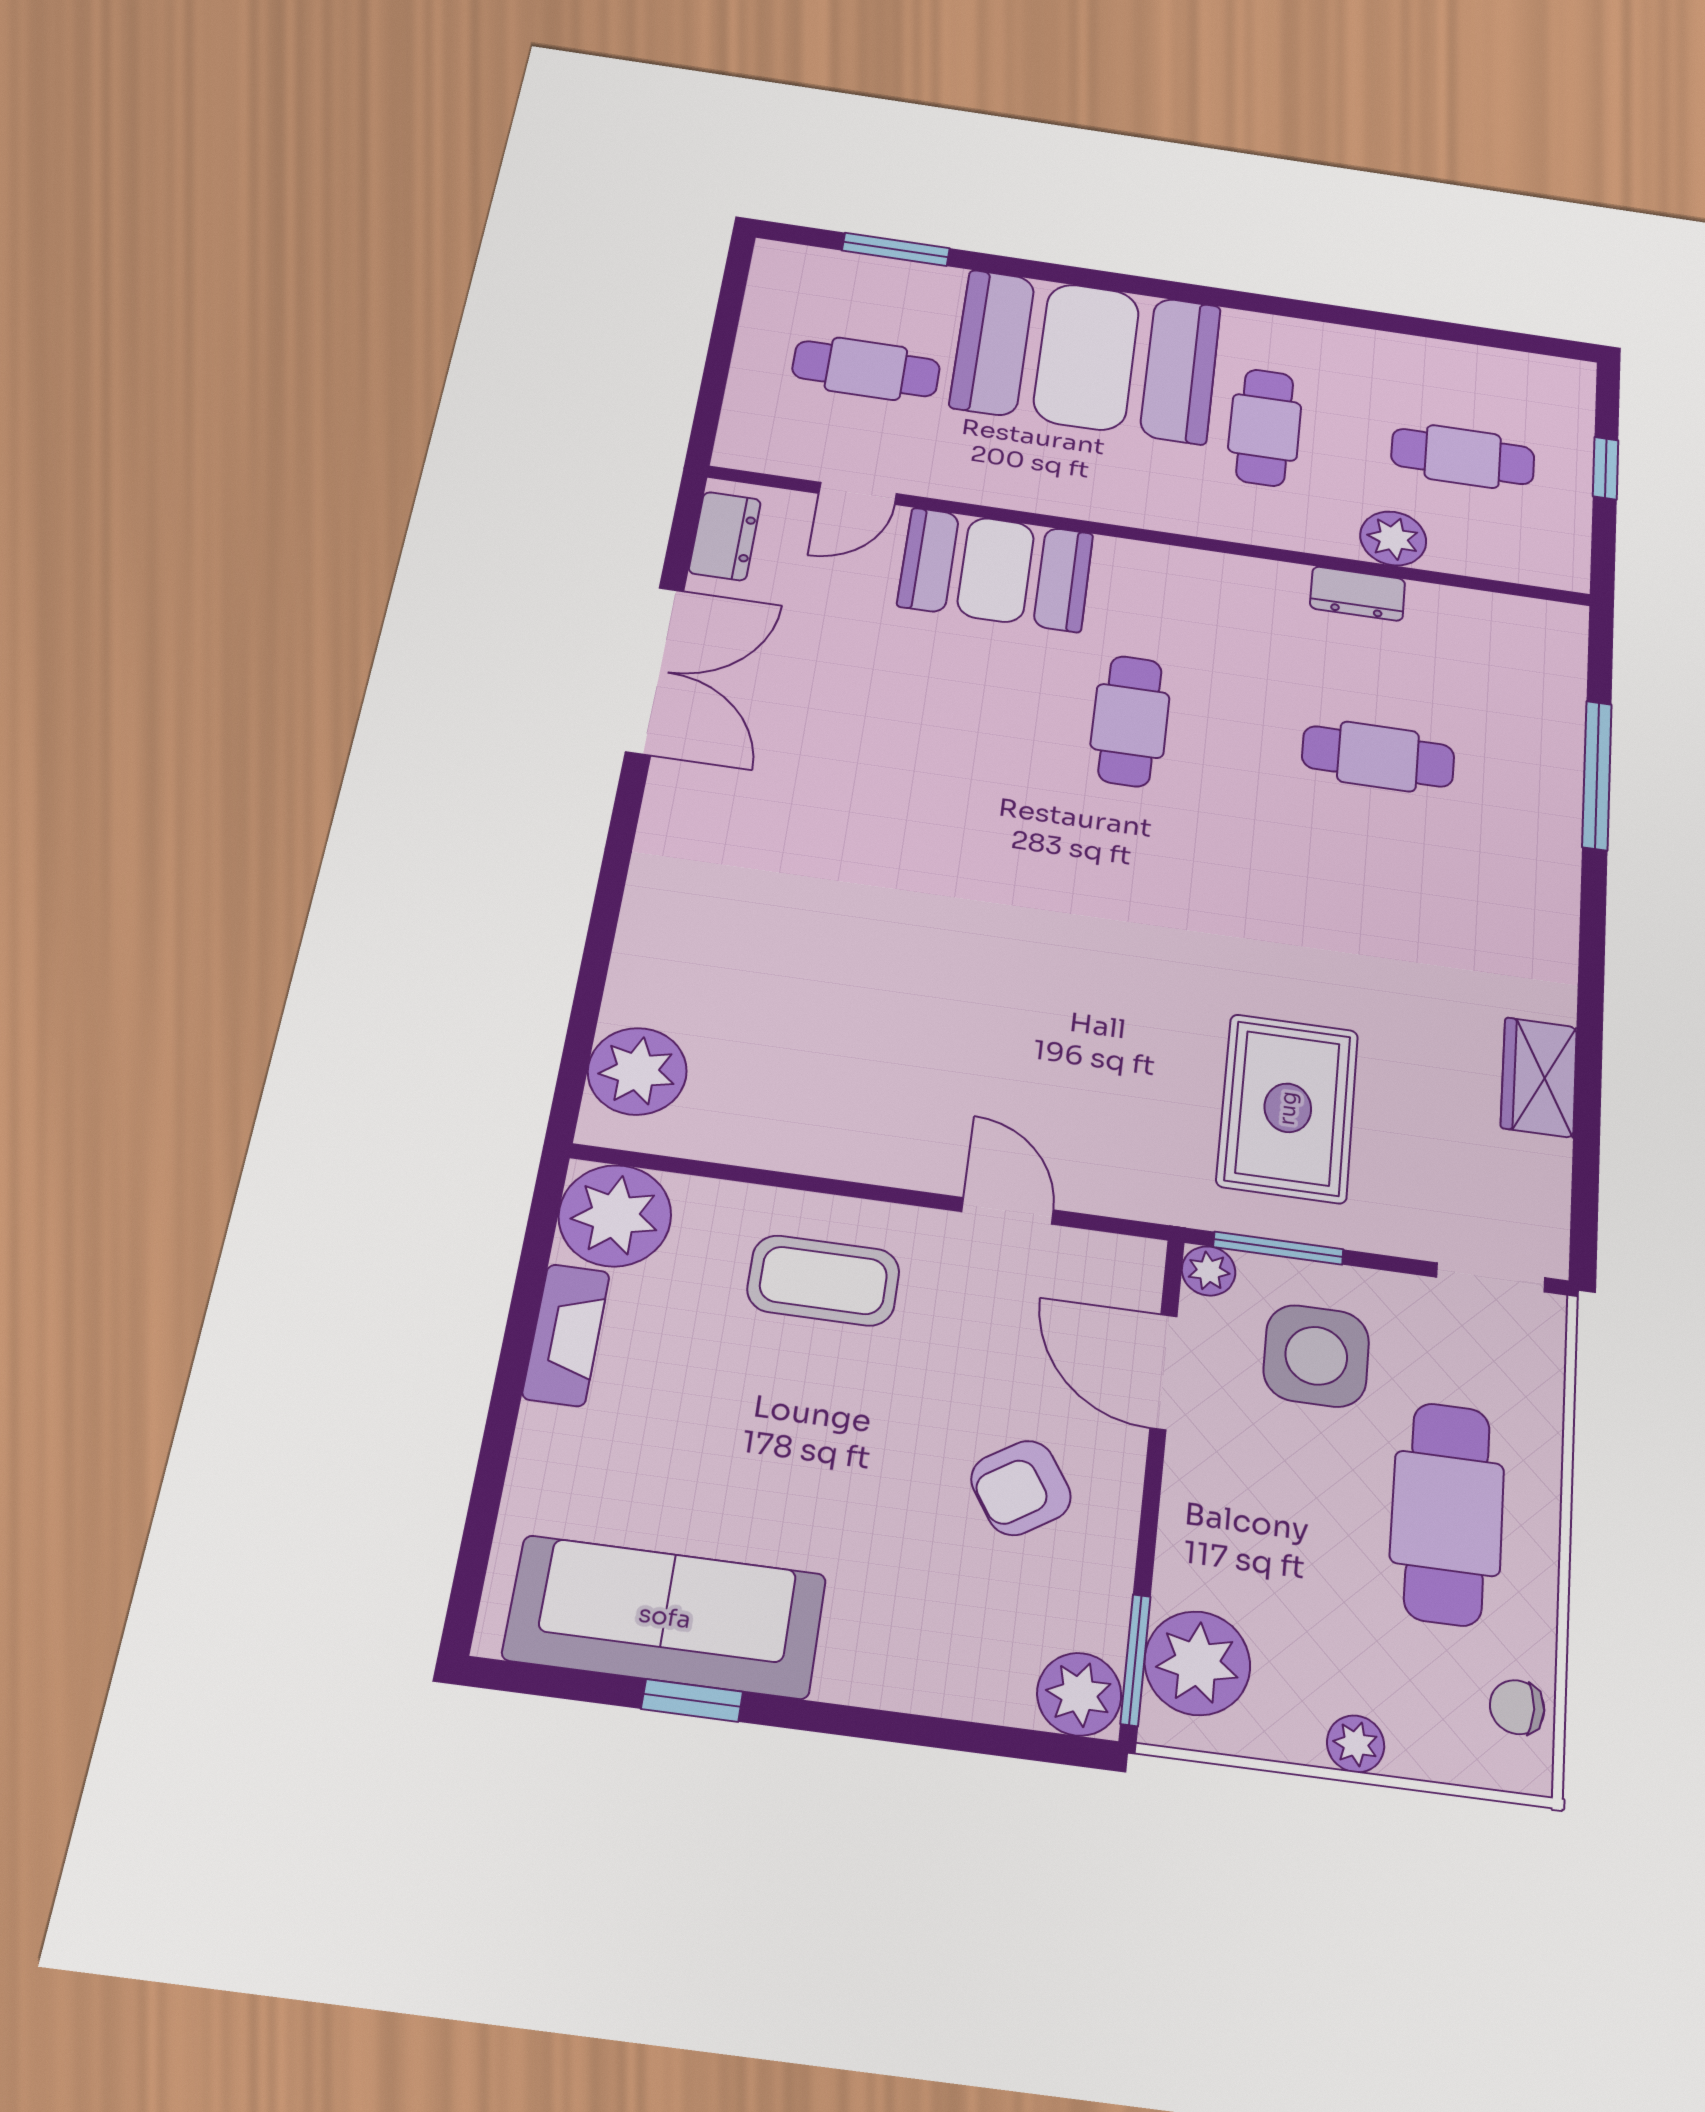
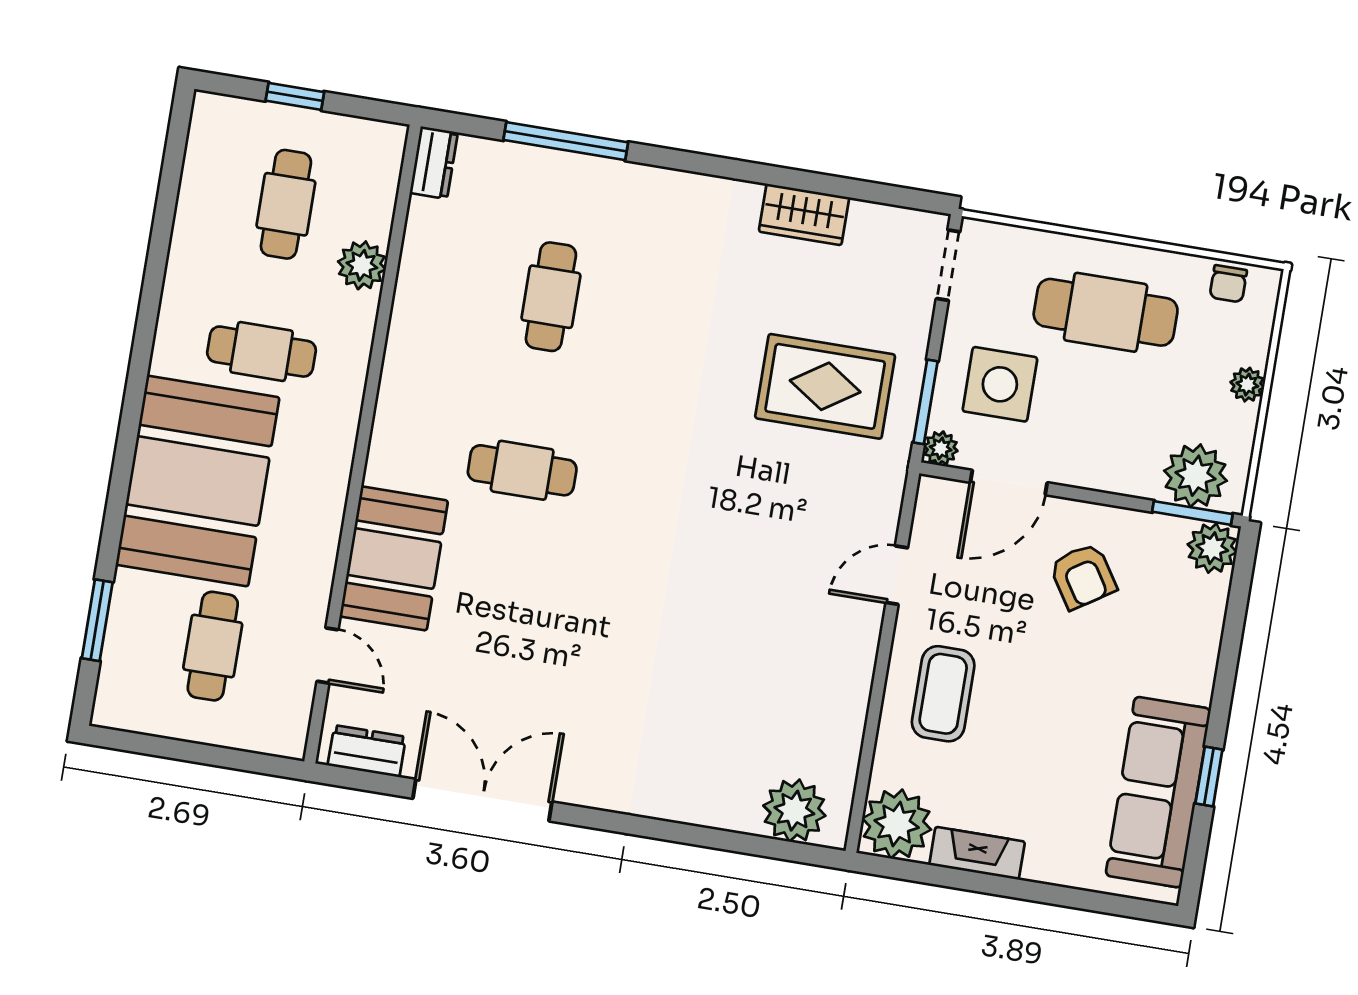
dresser: (1358, 594) -> (434, 163), moved

